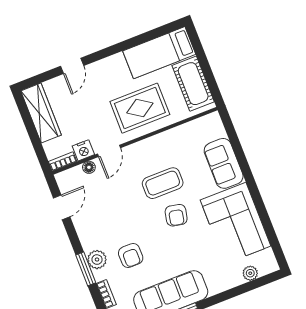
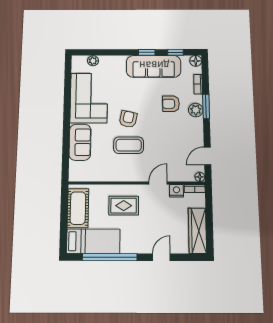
window: (133, 42) -> (110, 257), added
rug: (140, 108) -> (124, 206), width x0.73, depth x0.70
floor lamp: (89, 167) -> (200, 177), moved
armchair: (131, 255) -> (171, 104), turned -90

